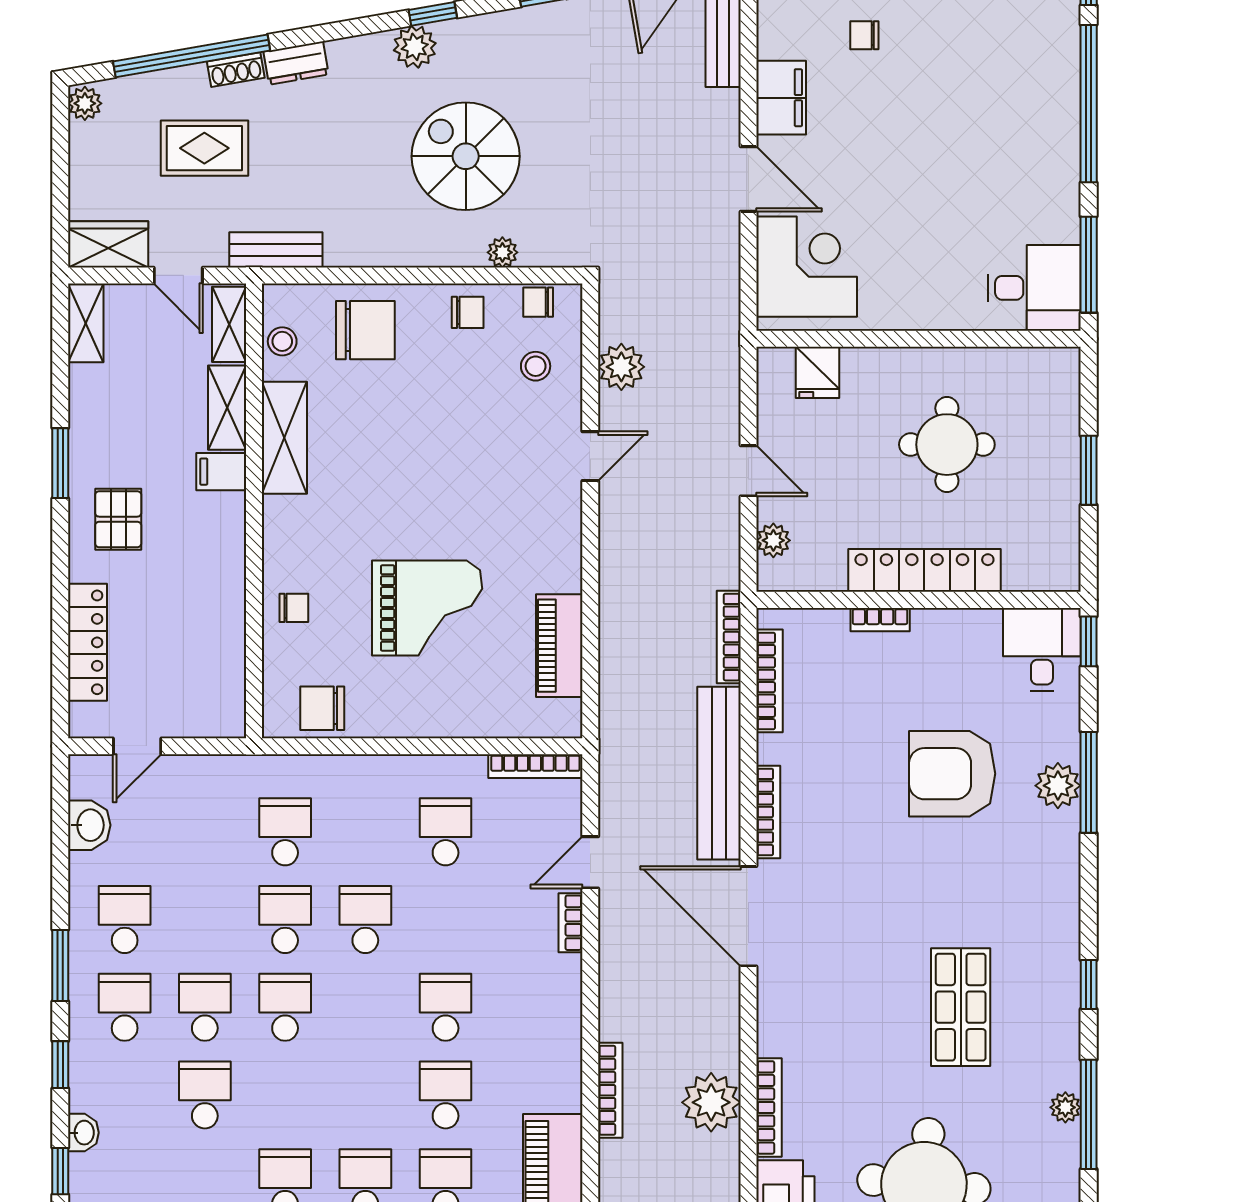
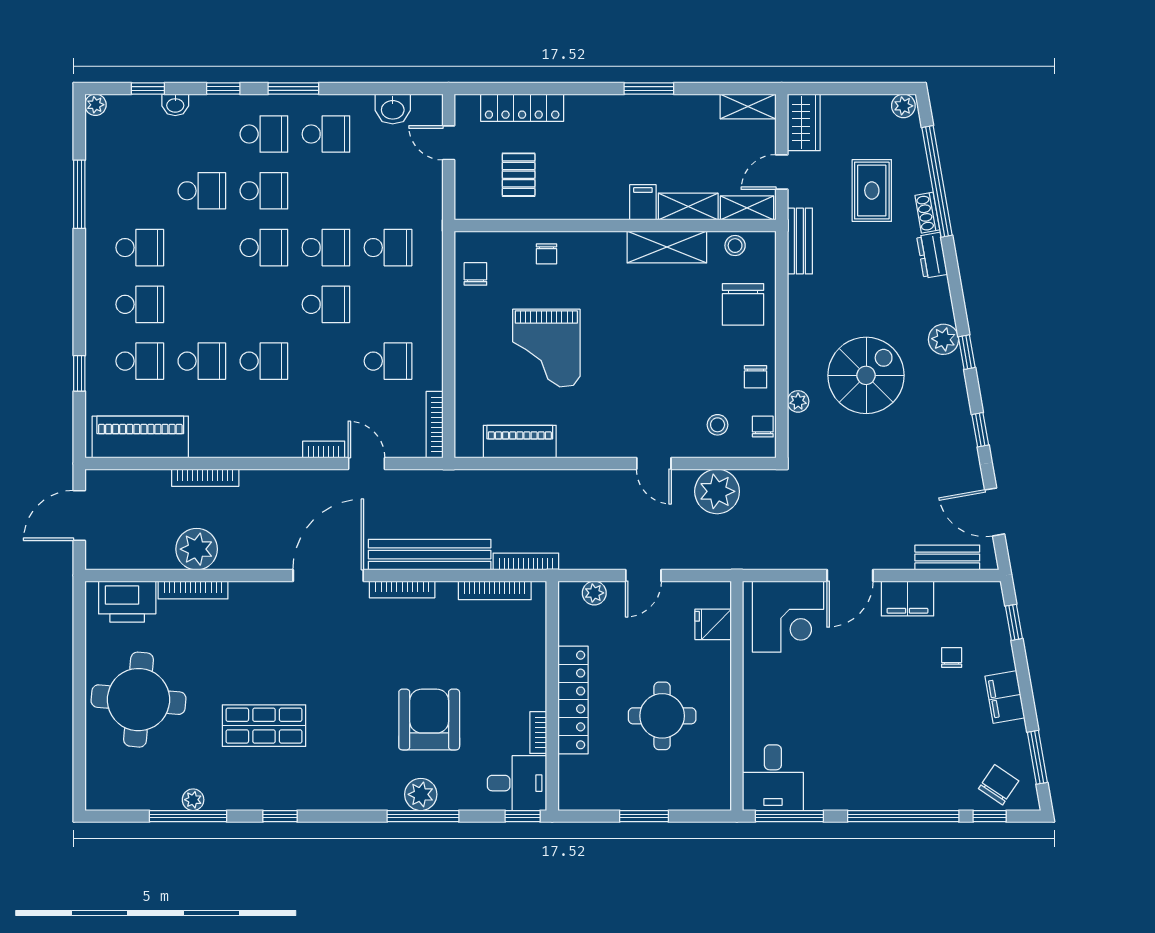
plant: (621, 367) -> (717, 491), width x1.36, depth x1.36
pallet: (118, 519) -> (519, 175), moved, turned 90
bookcase: (880, 620) -> (538, 733), moved
chair: (322, 708) -> (475, 274), width x0.73, depth x0.73

